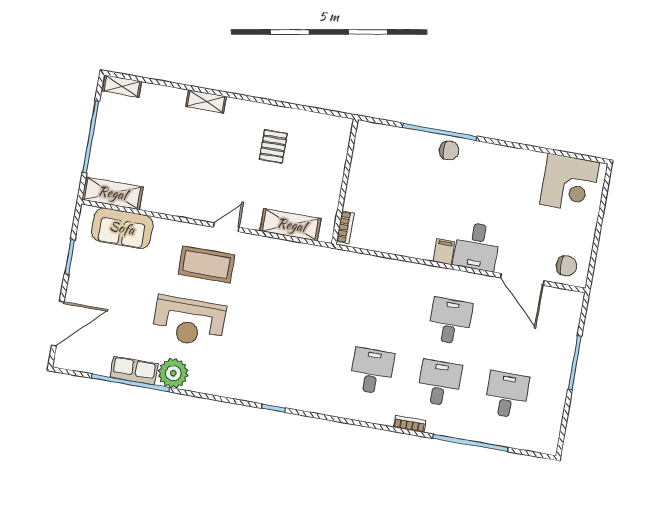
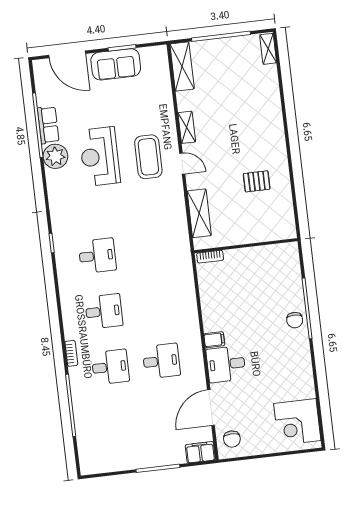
shelving: (206, 101) -> (187, 127), moved
sofa: (122, 228) -> (116, 64), moved, turned -90
filing cabinet: (571, 307) -> (200, 452), added
desk: (507, 395) -> (97, 256), moved

